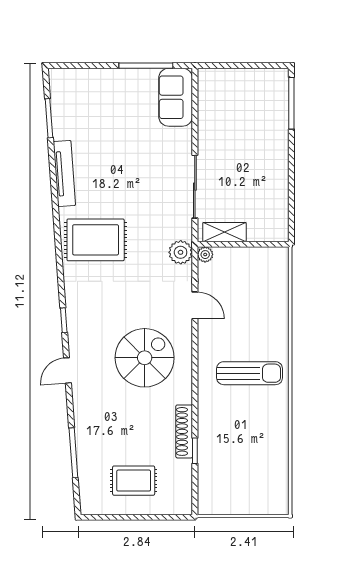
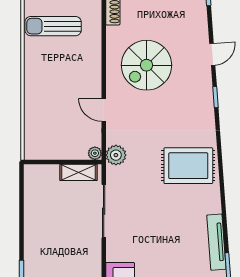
tv unit: (64, 174) -> (216, 242), moved
sun lounger: (250, 373) -> (53, 26), moved

